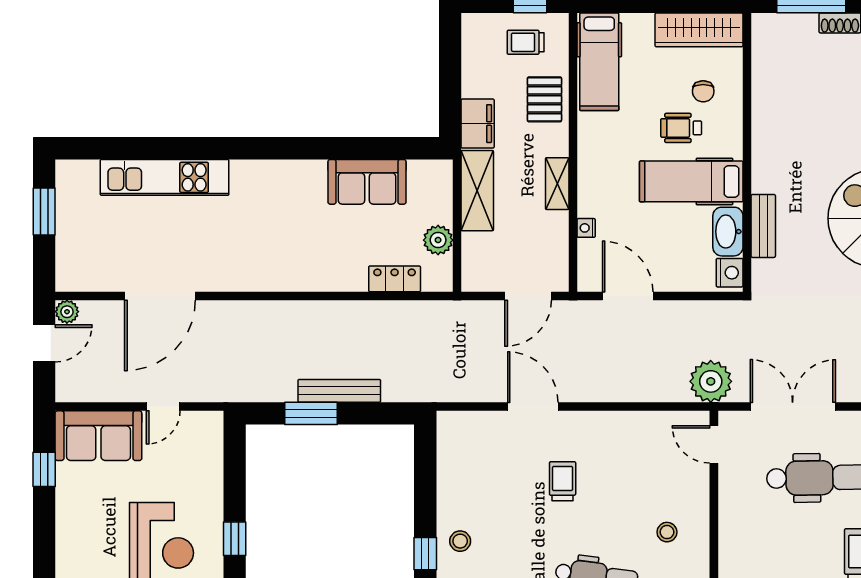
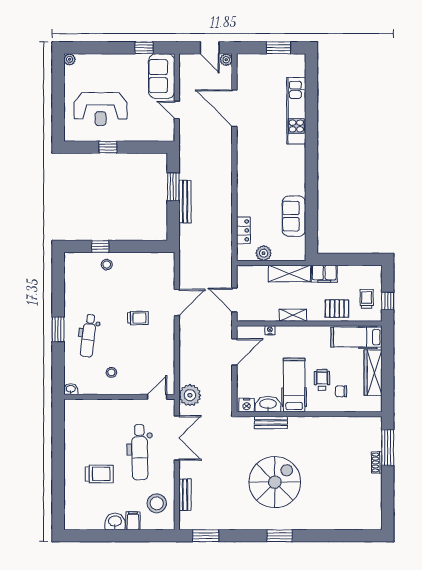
wardrobe: (699, 30) -> (373, 373), moved

